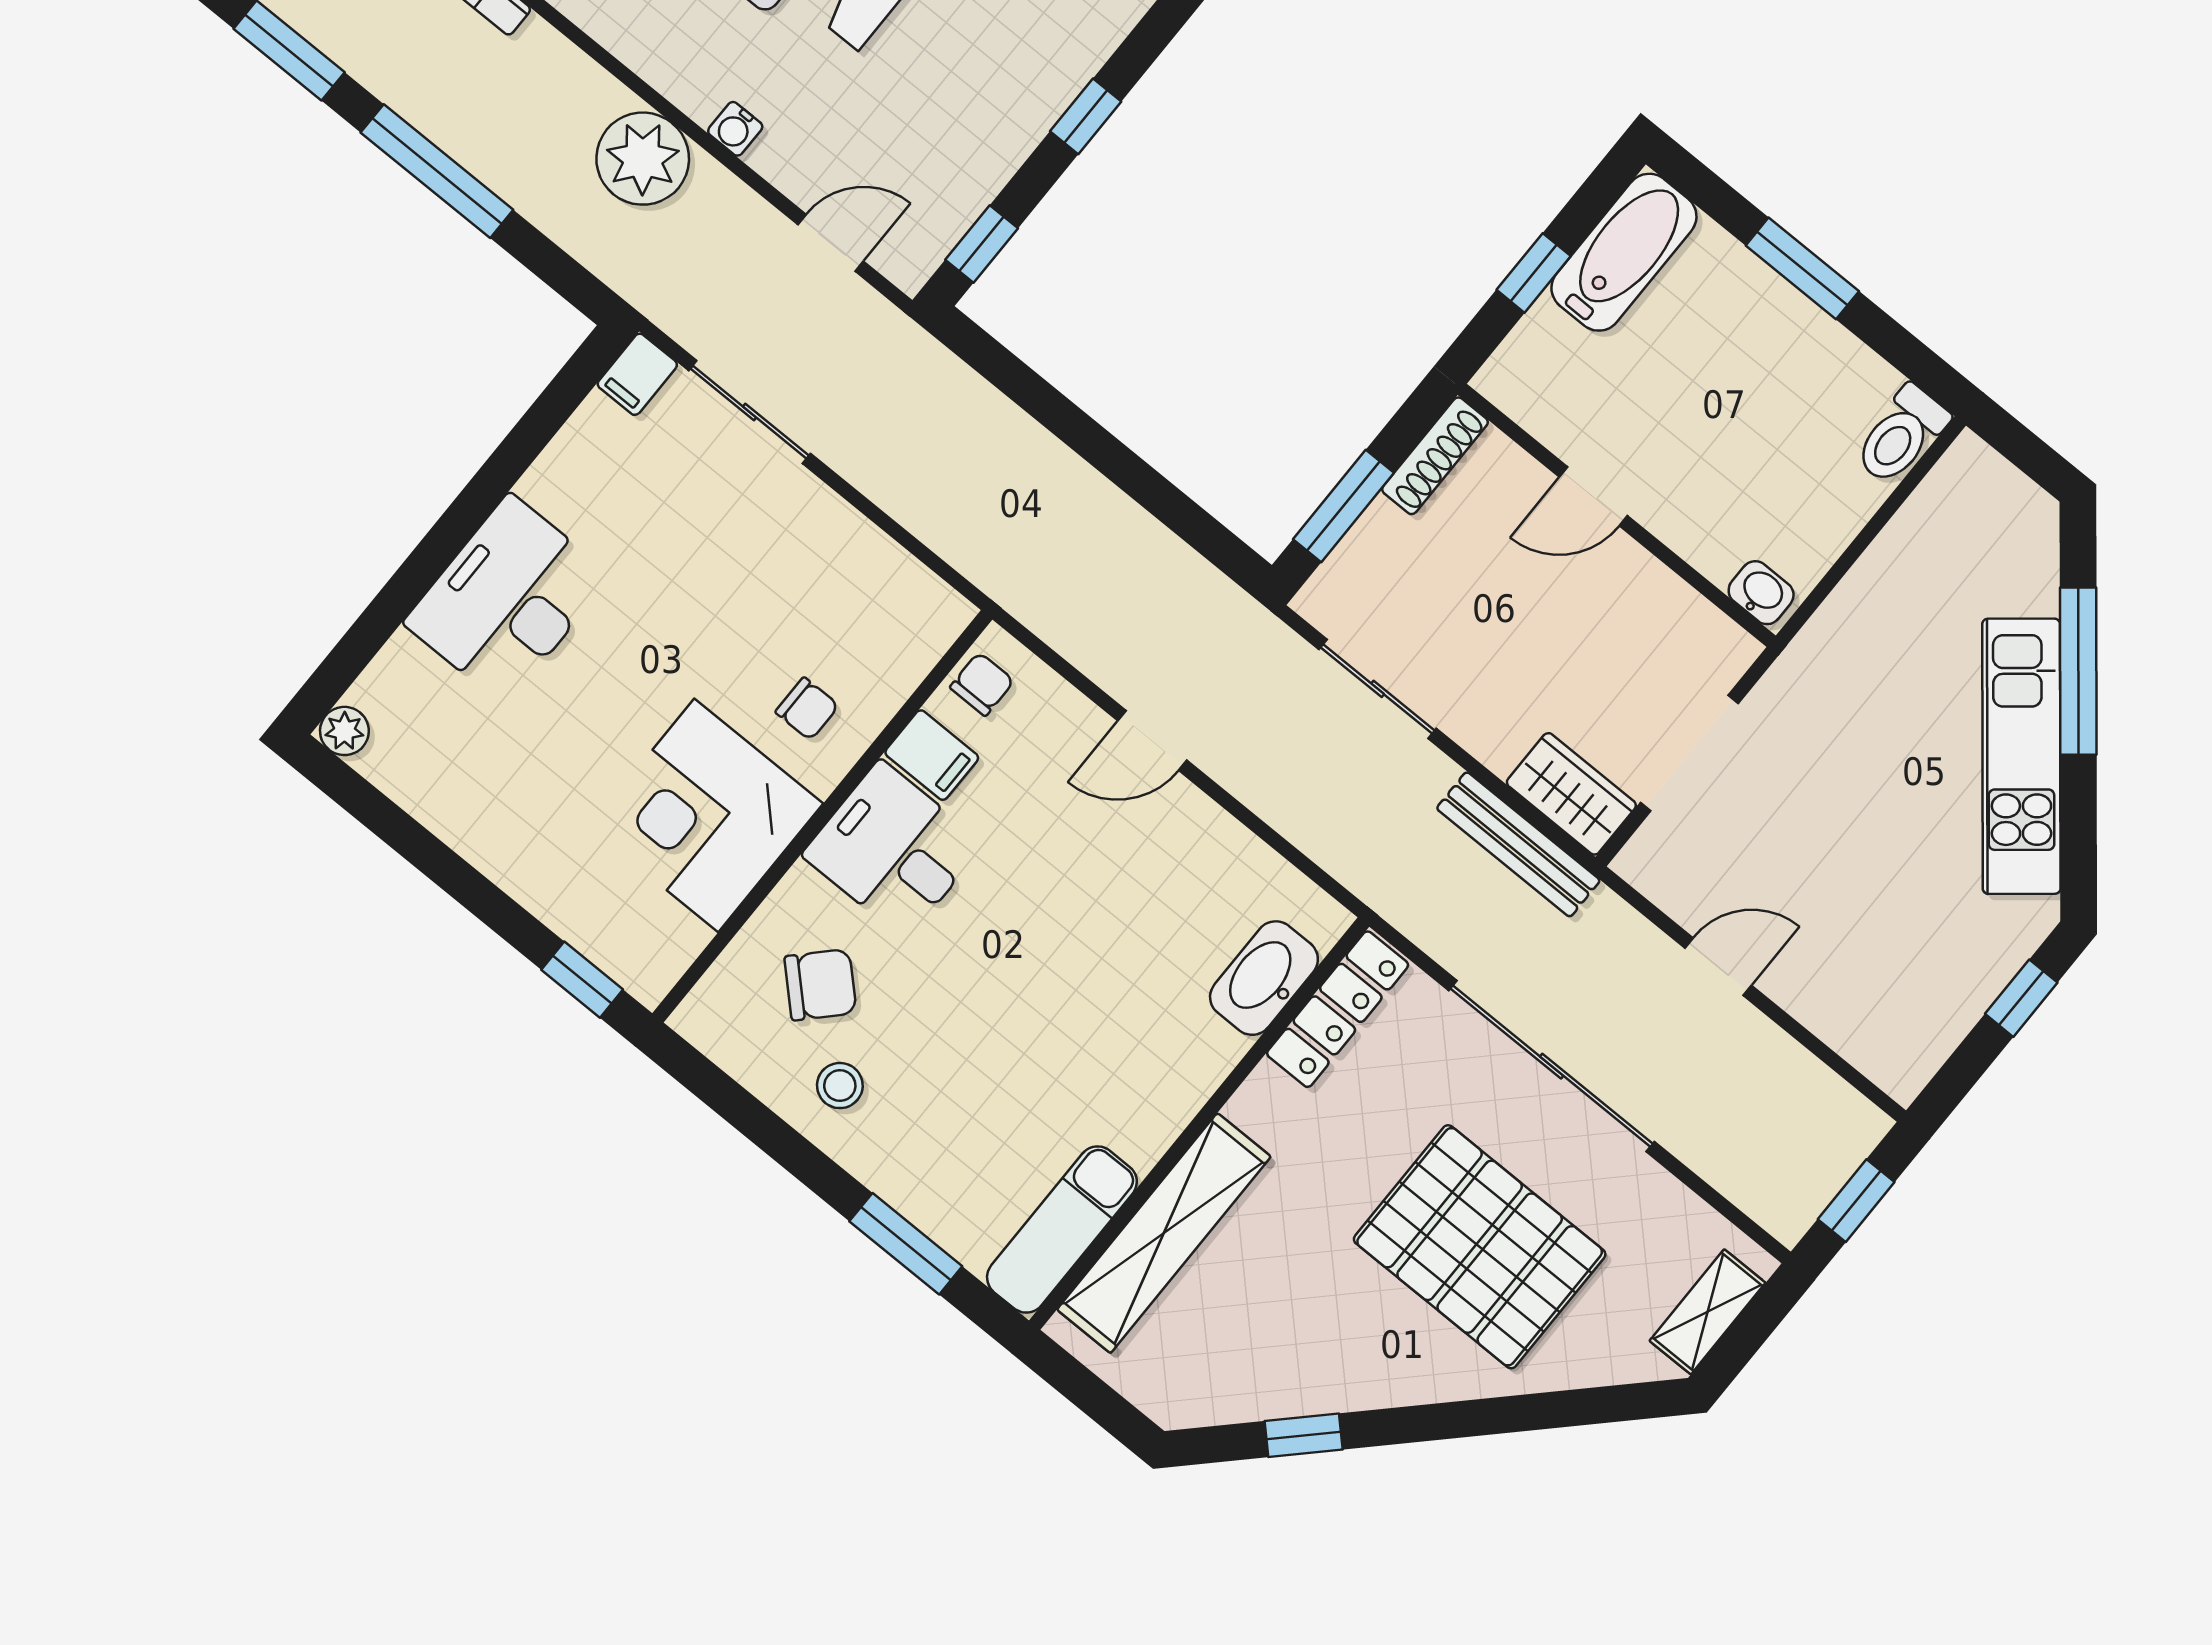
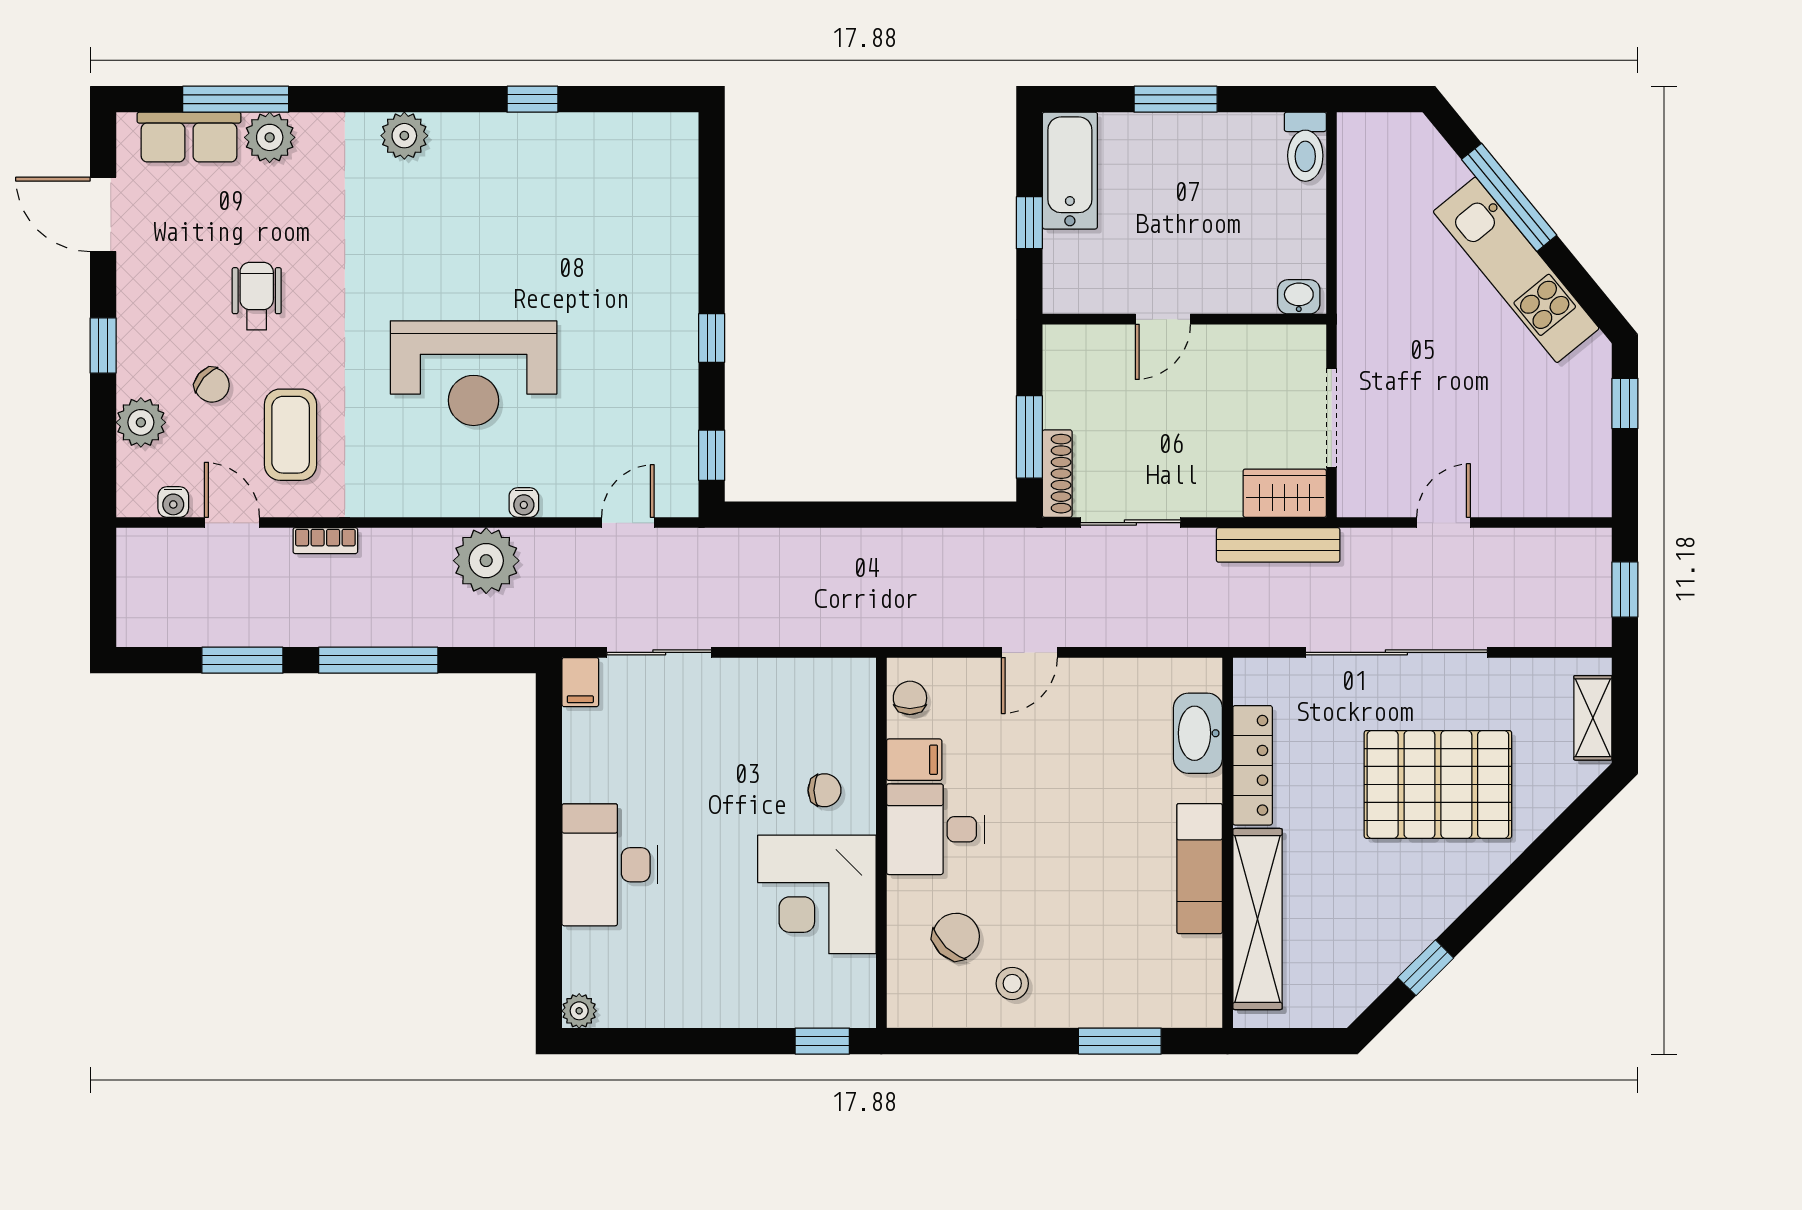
shoe rack: (1435, 456) -> (1057, 474), moved
locker: (1338, 1009) -> (1253, 765), moved
exam couch: (1062, 1230) -> (1200, 869), moved

